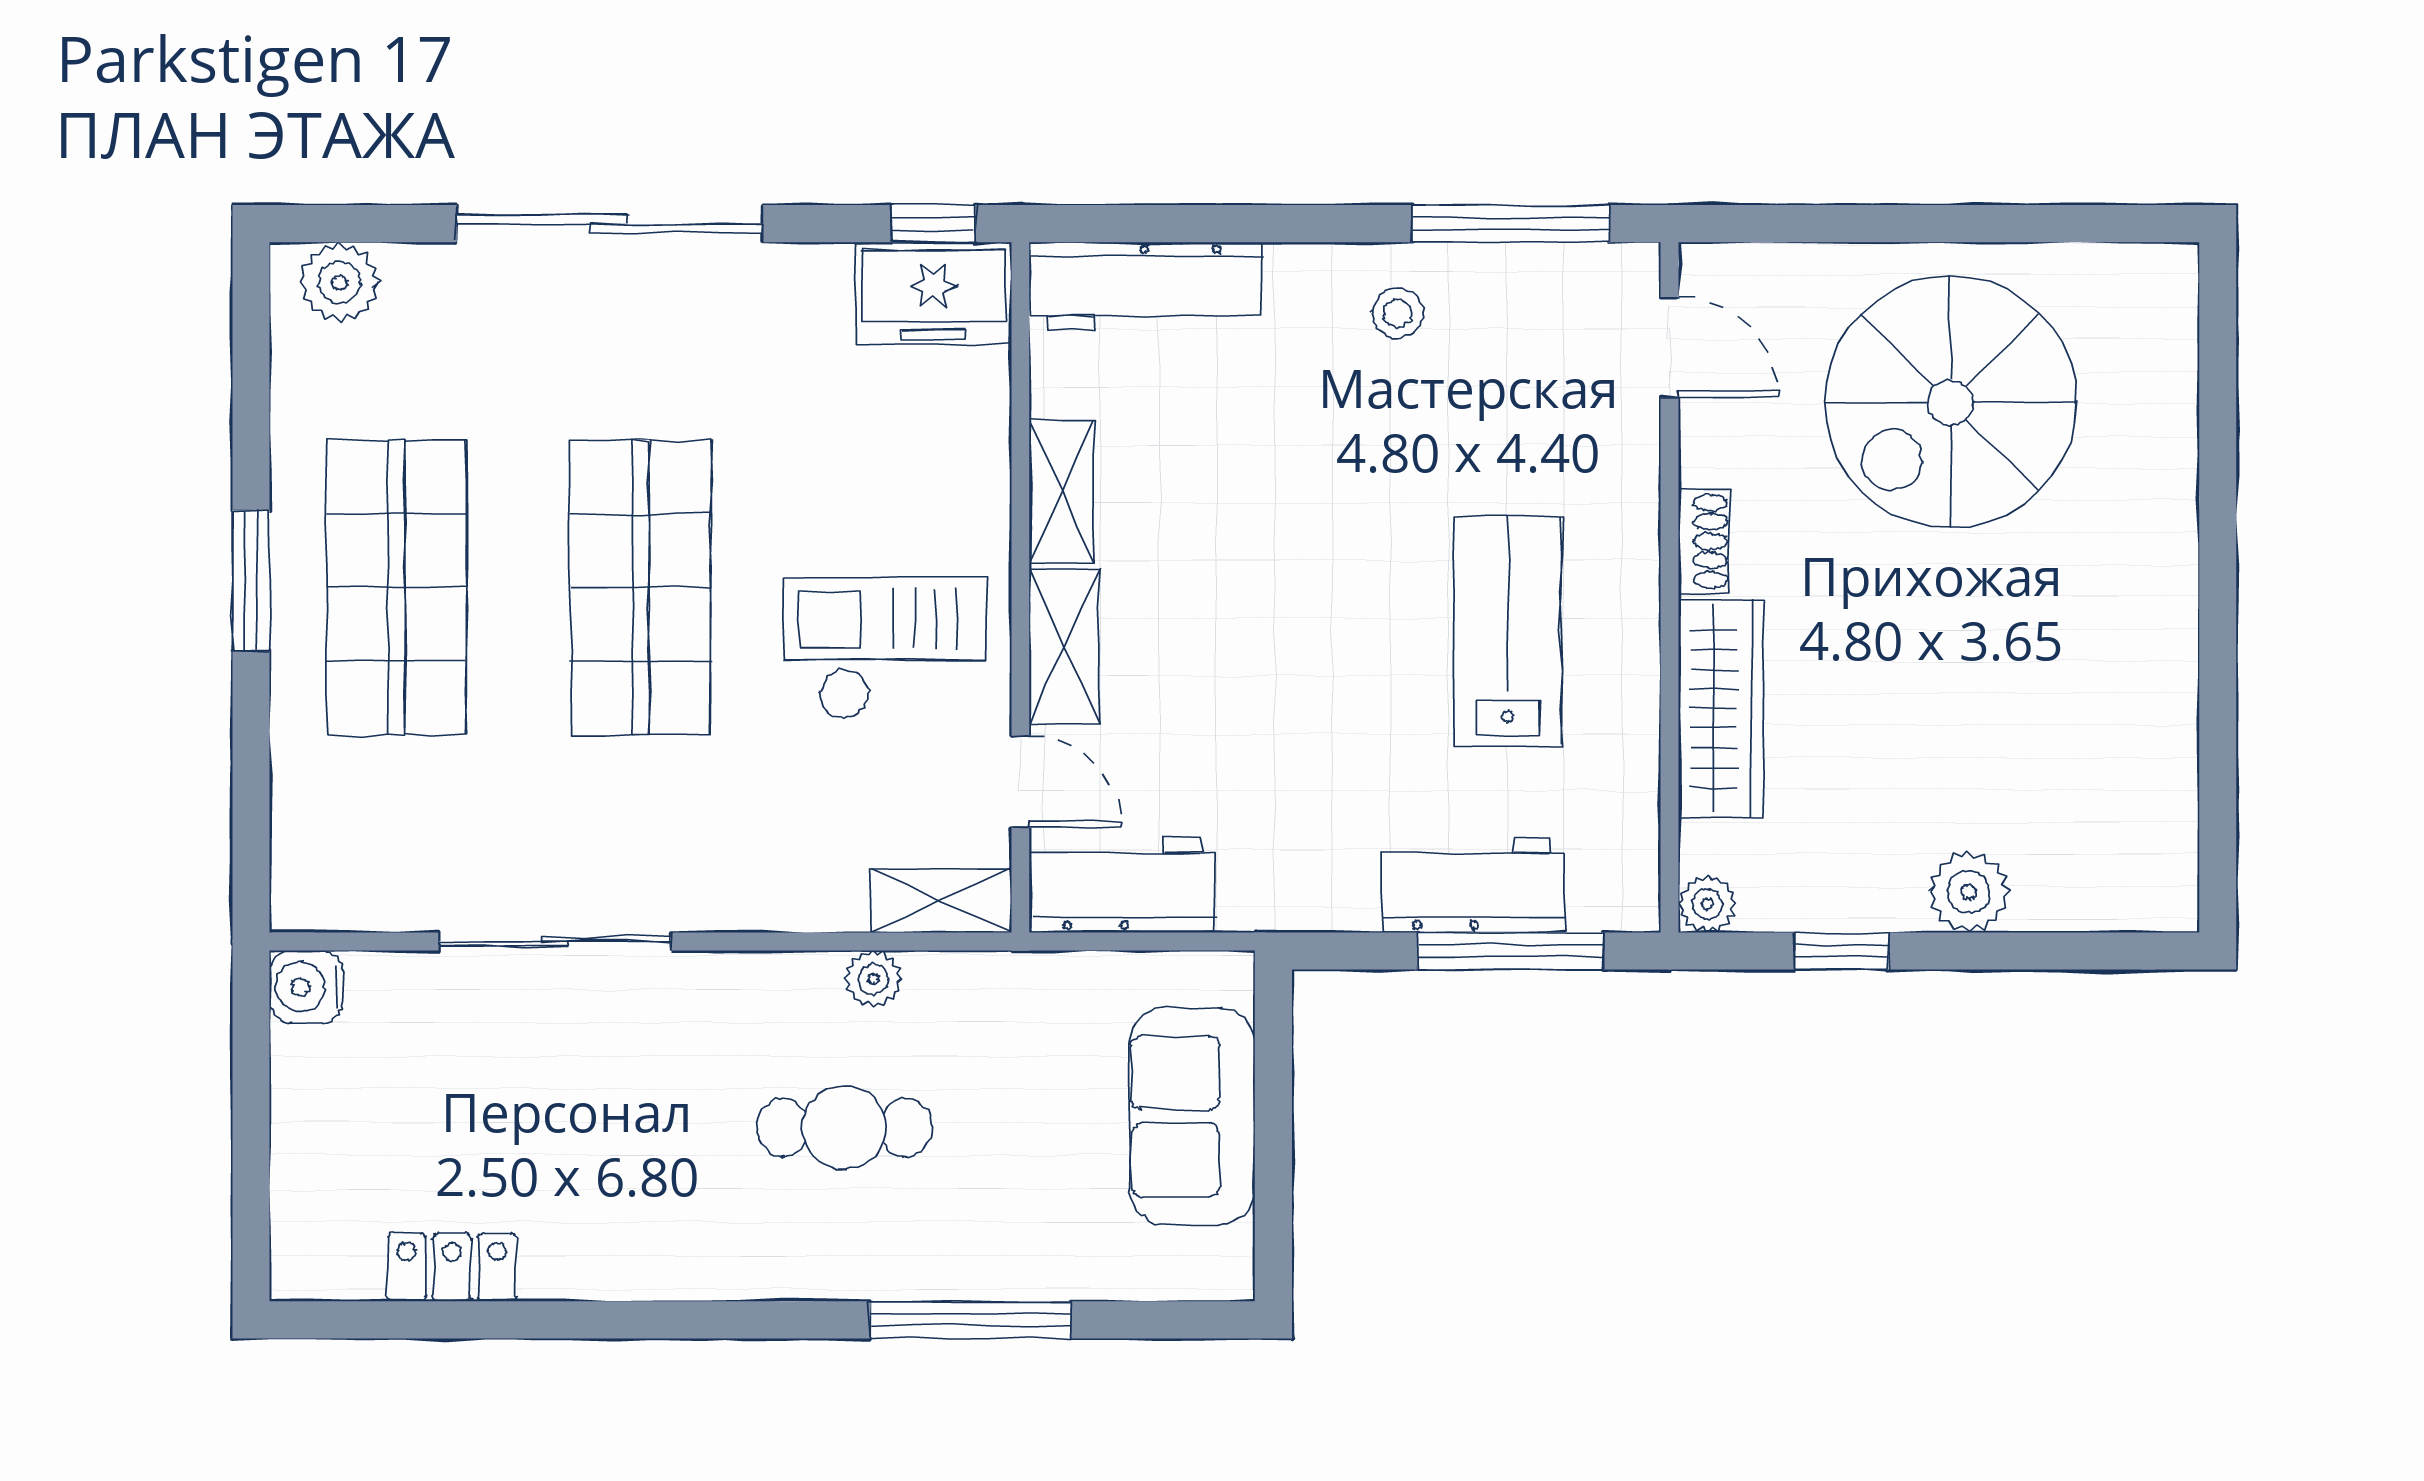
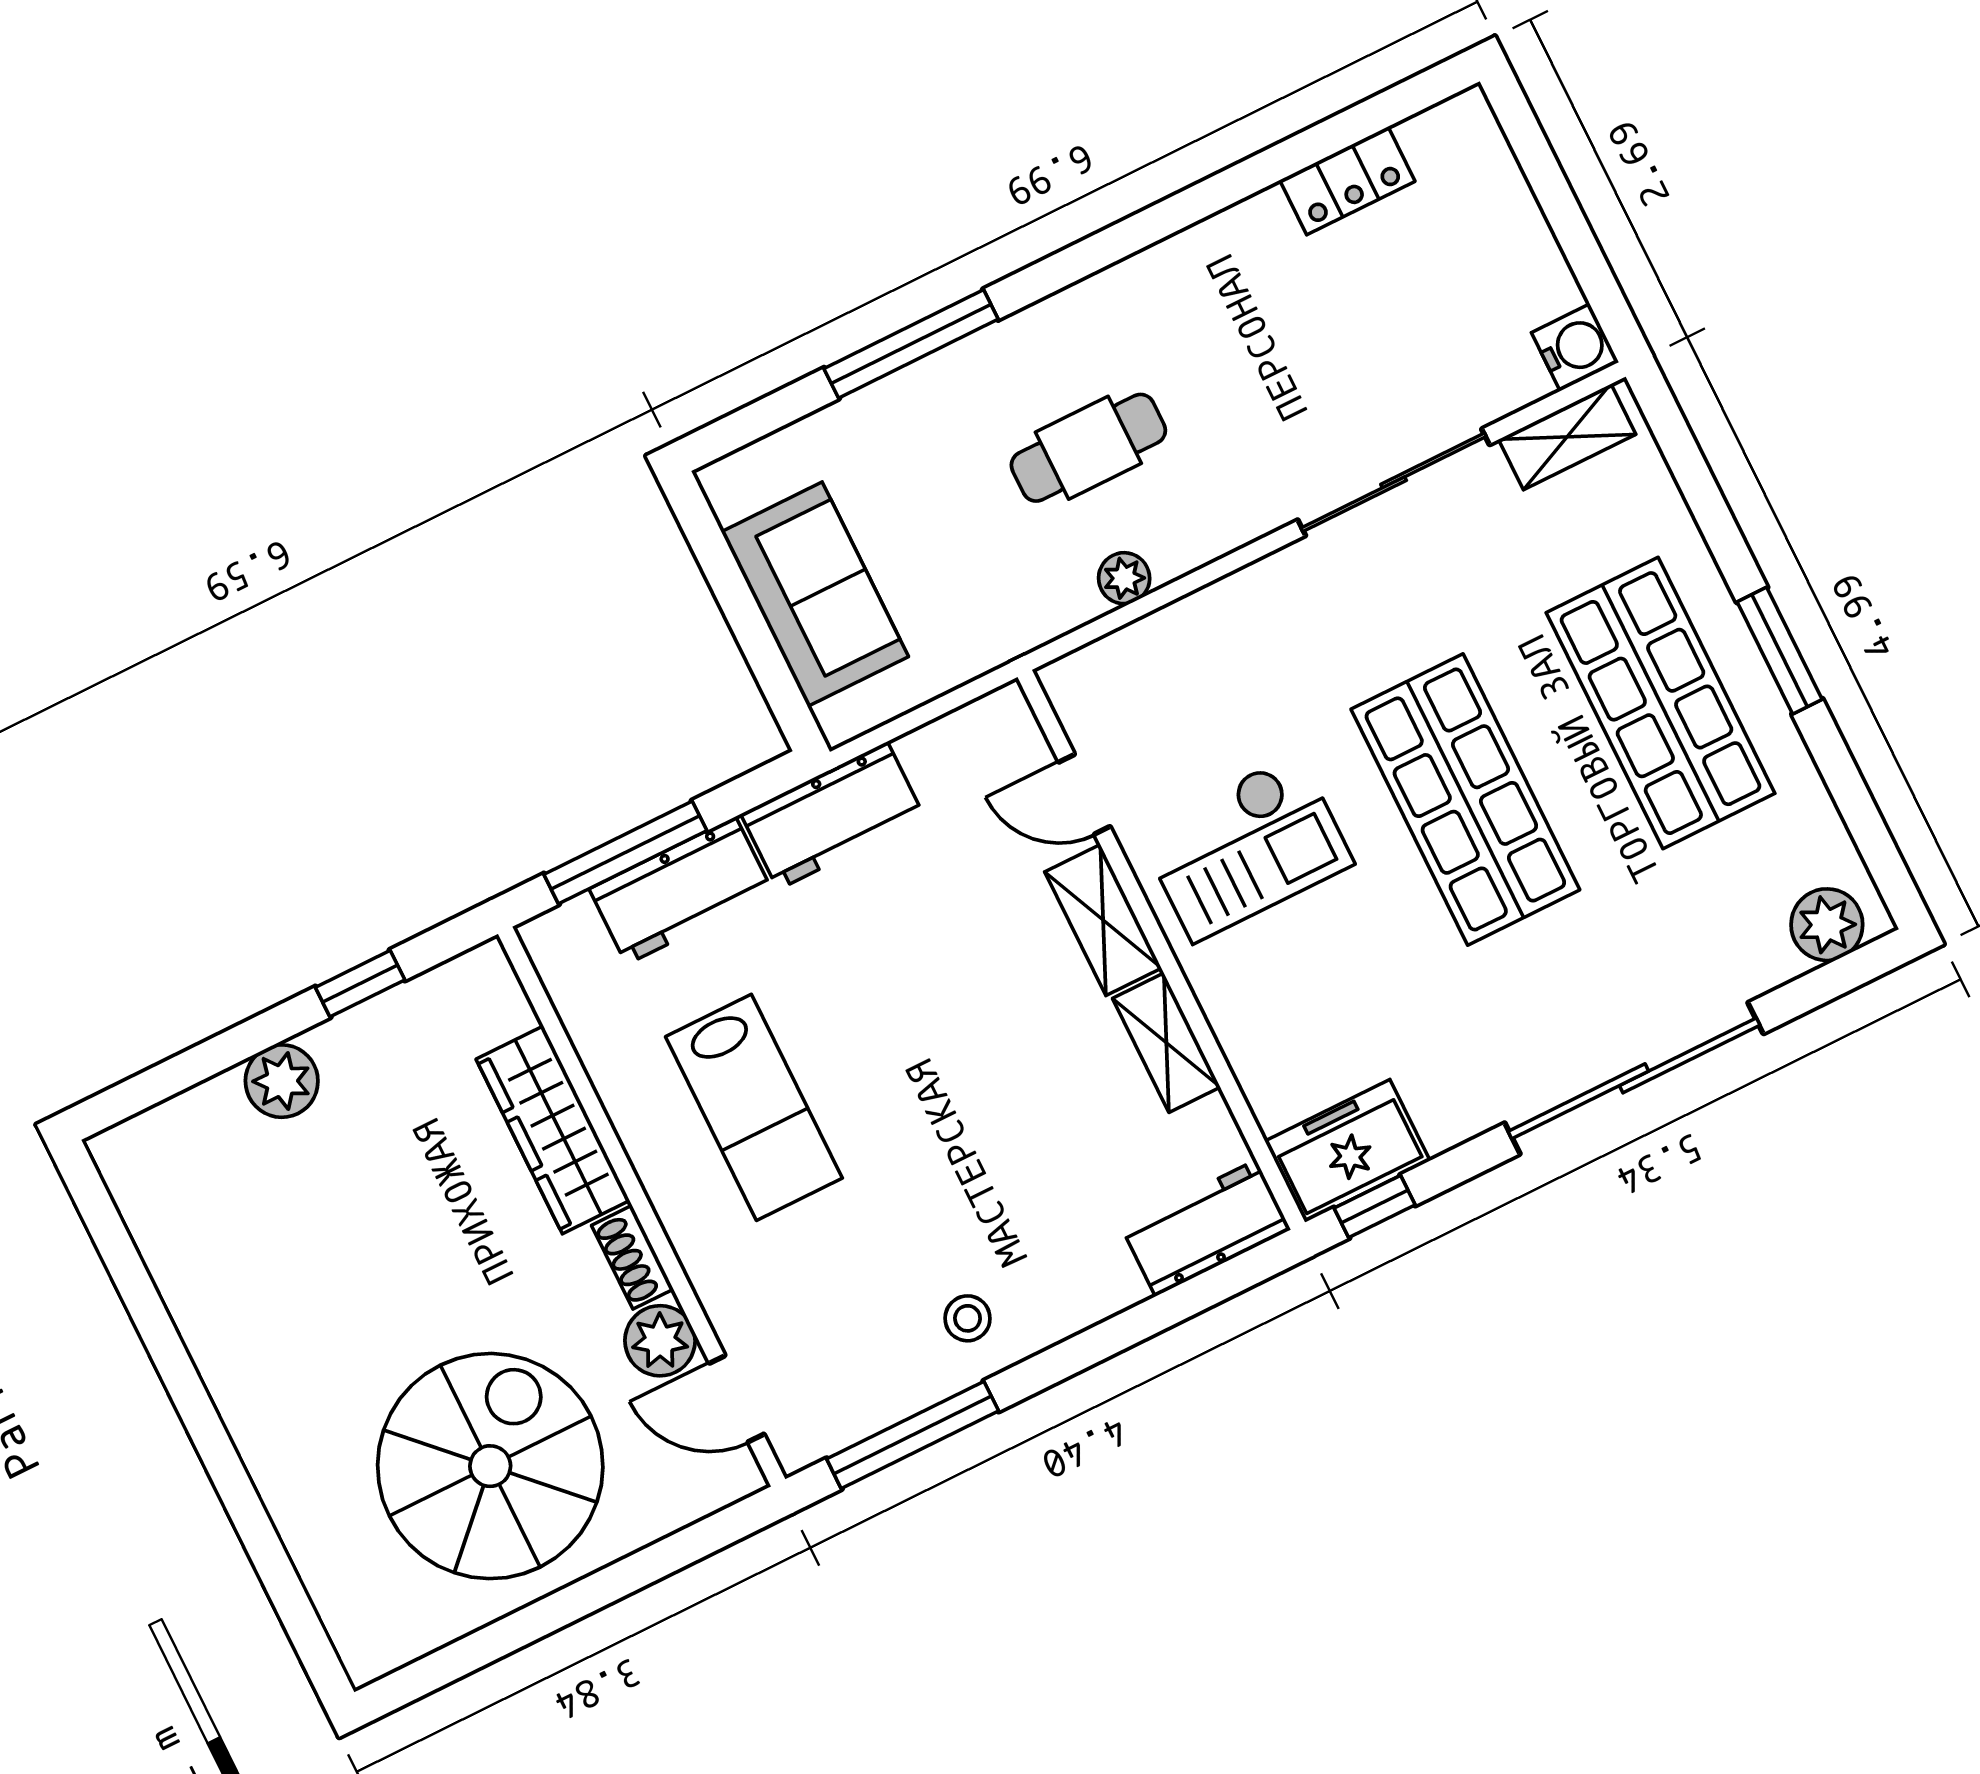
workbench: (1146, 286) -> (1206, 1228), width x0.73
workbench: (1123, 885) -> (833, 816), moved
shelving: (941, 901) -> (1567, 437), moved
plant: (1707, 904) -> (660, 1341), moved, width x1.38, depth x1.38

